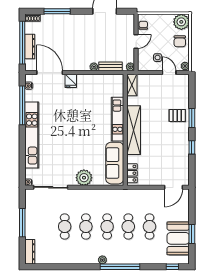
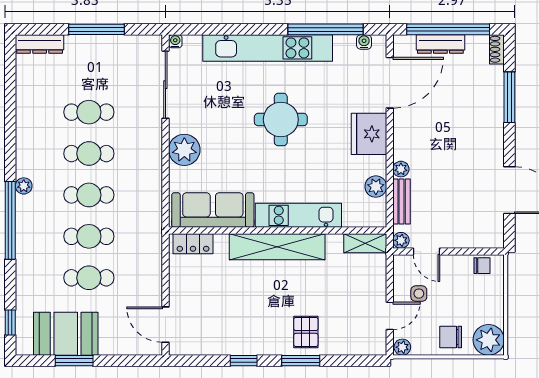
door: (136, 41) -> (427, 252), moved
plant: (103, 80) -> (376, 187), added
fridge: (71, 81) -> (369, 134), width x1.88, depth x1.34
round table: (68, 128) -> (281, 120), added

